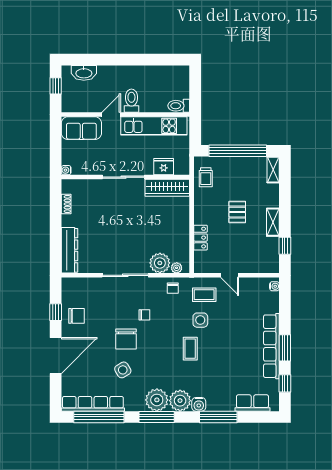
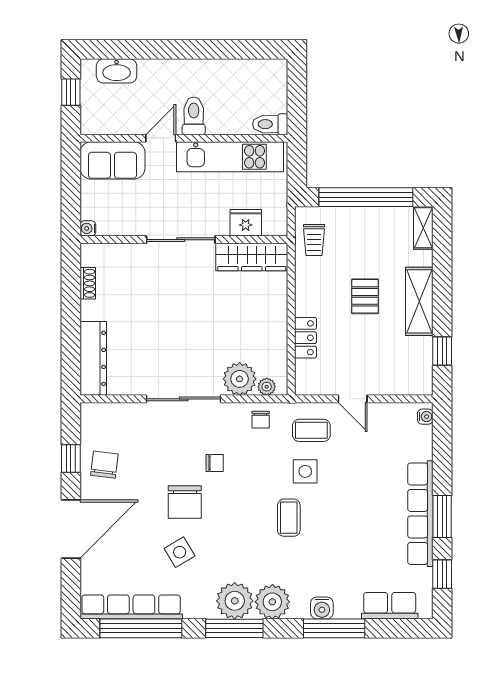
shelving: (273, 222) -> (419, 301), width x1.50, depth x1.33
chair: (76, 316) -> (104, 465), turned -83
water cooler: (199, 404) -> (322, 608), moved

